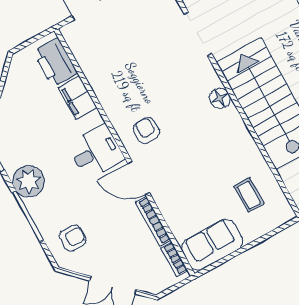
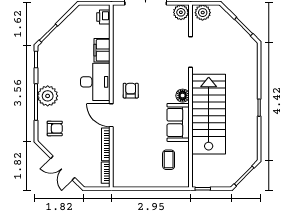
printer: (55, 63) -> (103, 17), width x0.53, depth x0.68
desk: (96, 152) -> (95, 82), width x1.37
plant: (29, 181) -> (48, 96), moved
sofa: (212, 245) -> (178, 122), moved, turned -90

